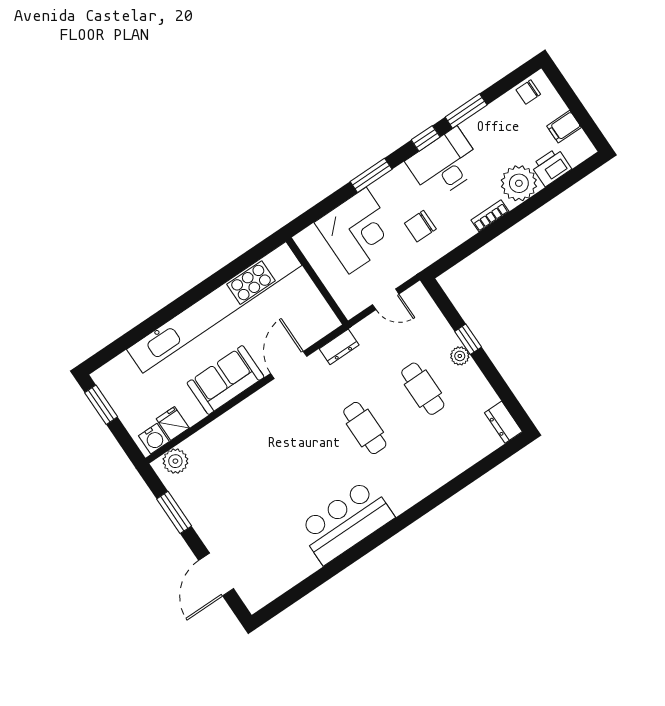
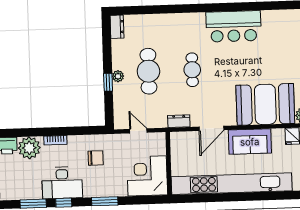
corner desk: (358, 231) -> (147, 176), moved
cafe table: (423, 389) -> (148, 71), width x1.37, depth x1.35
booth: (236, 443) -> (265, 104), added

